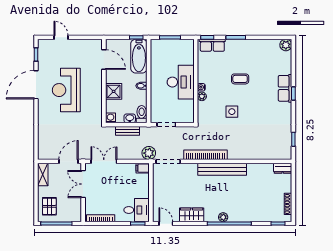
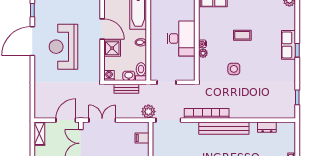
door: (104, 60) -> (102, 29), moved
filing cabinet: (143, 168) -> (142, 138), moved
dresser: (283, 168) -> (267, 127), moved

